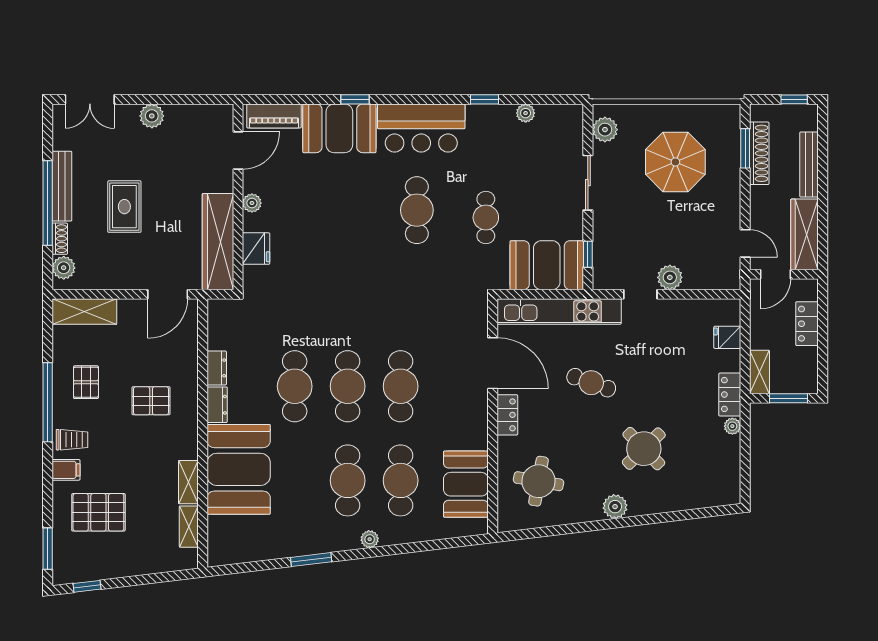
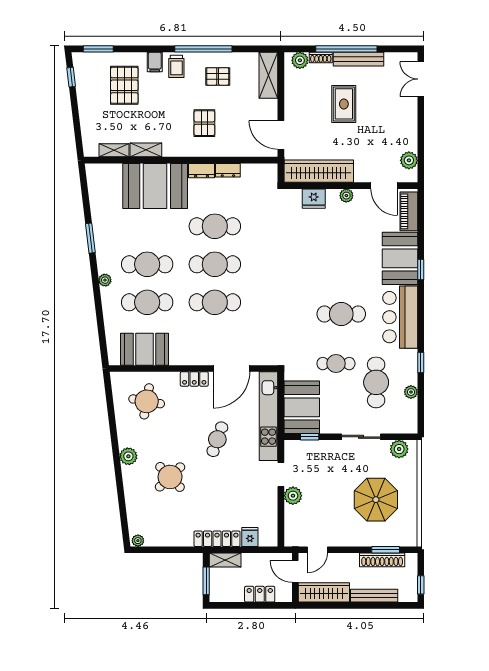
plant: (152, 116) -> (409, 160), moved
cafe table: (512, 162) -> (376, 382), added
rug: (124, 207) -> (344, 104), turned 90
locker: (730, 395) -> (217, 539), width x1.53
plant: (732, 426) -> (138, 541), moved

